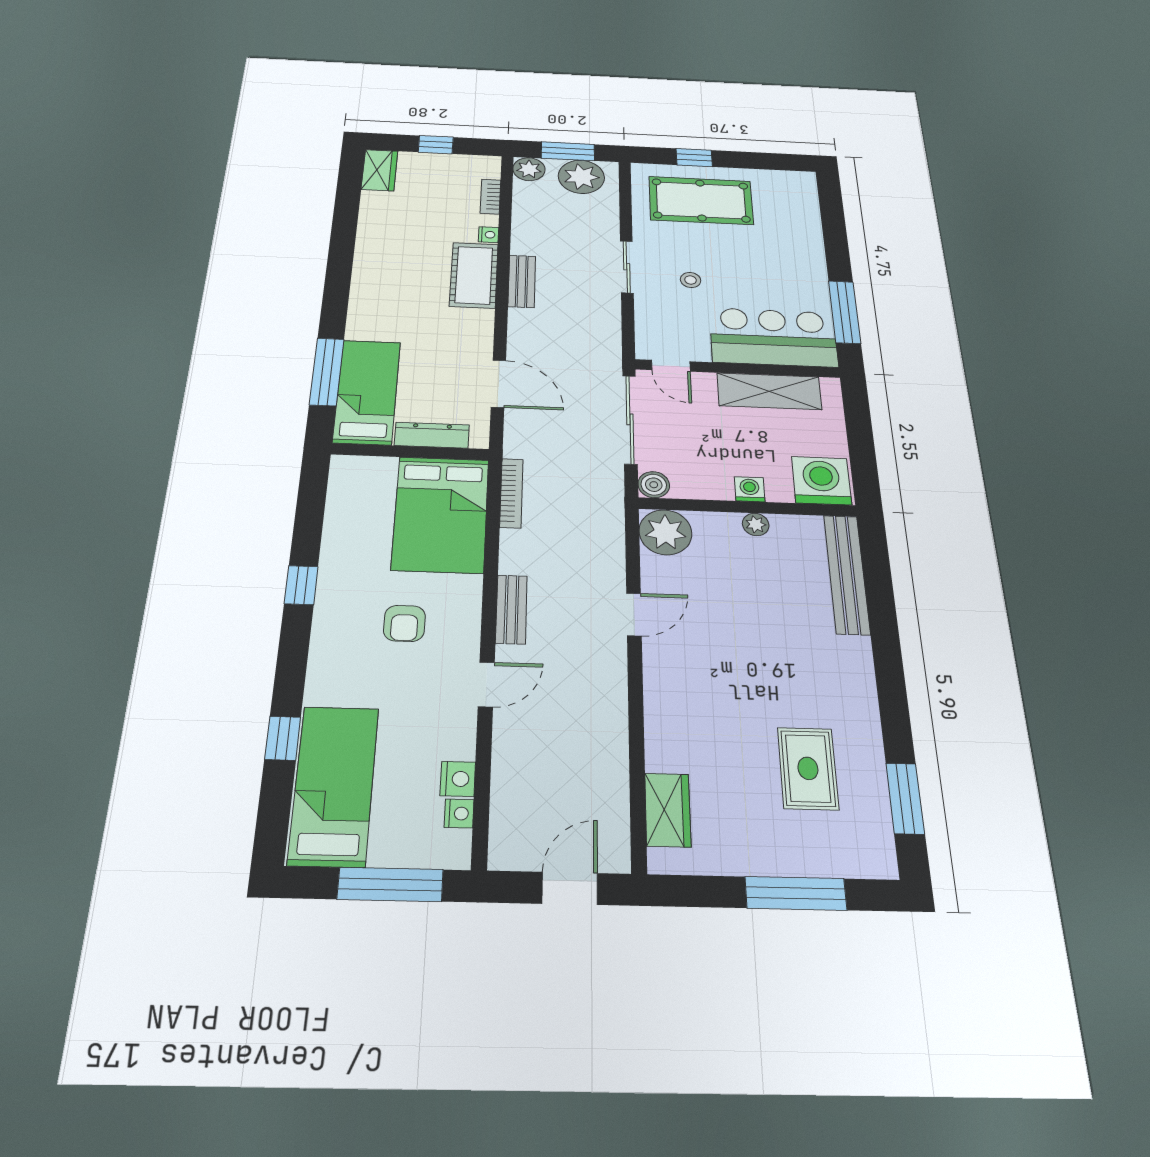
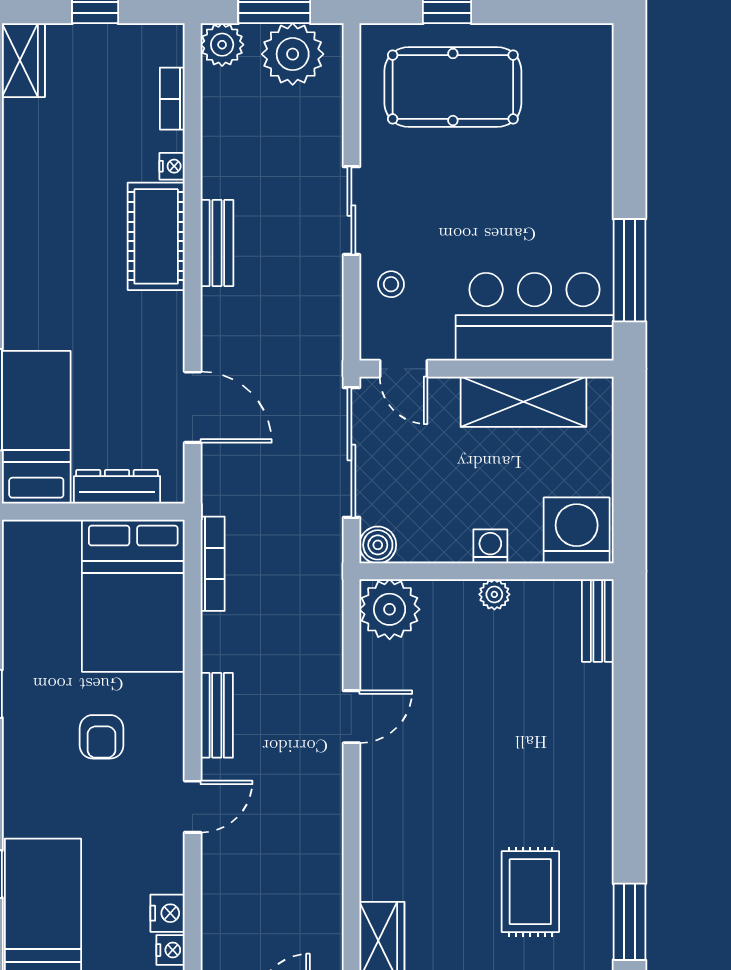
stool: (691, 280) -> (391, 284), moved
bench: (847, 574) -> (598, 621), width x0.54, depth x0.82

